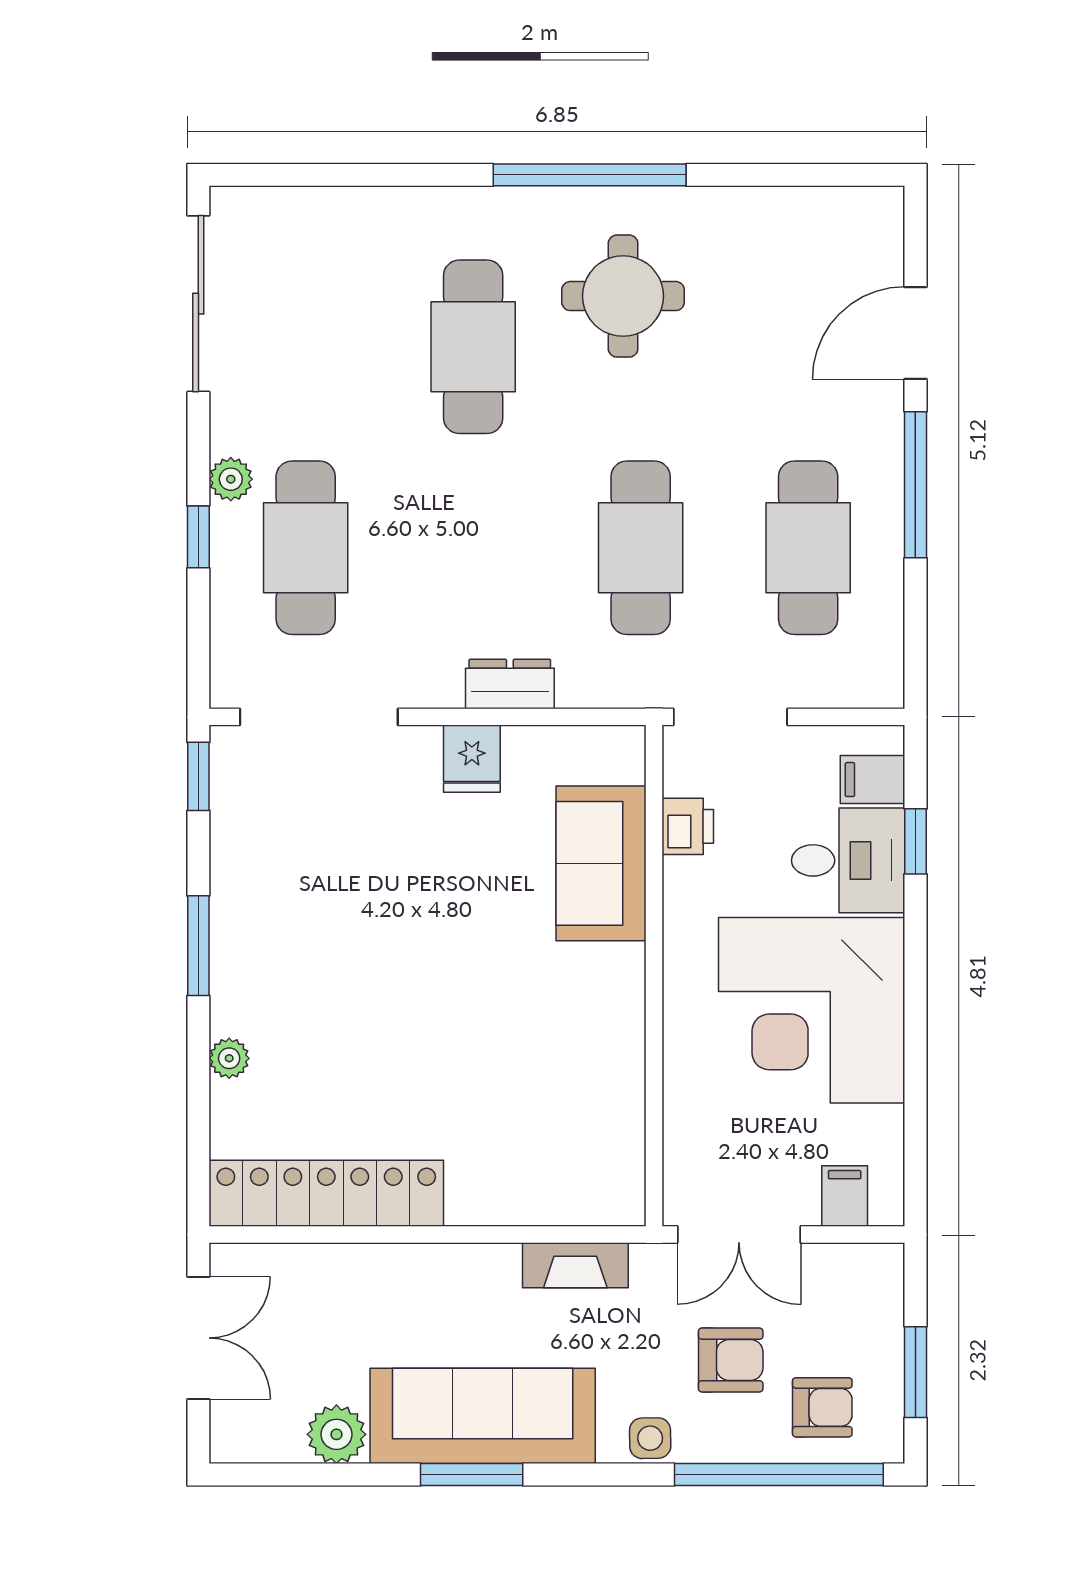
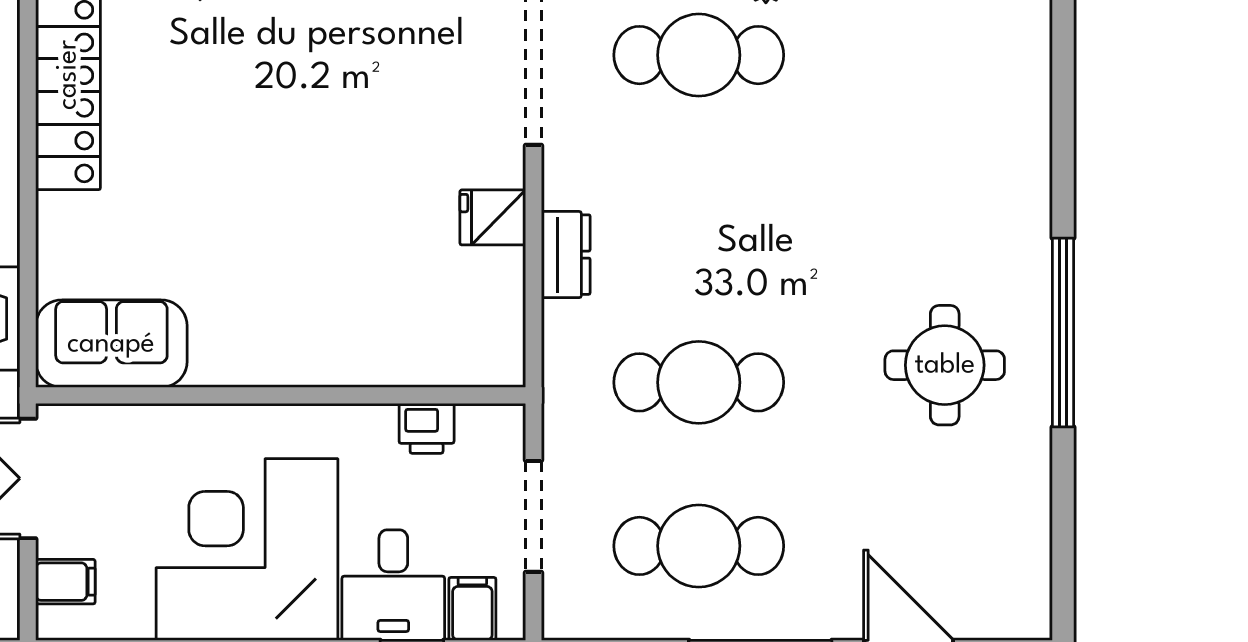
cafe table: (473, 347) -> (895, 219), removed
doorway: (730, 717) -> (534, 516), moved
sofa: (601, 863) -> (111, 344), moved

